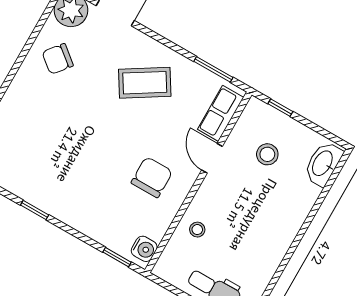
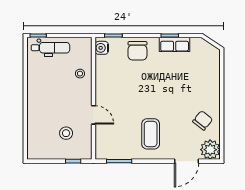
coffee table: (145, 83) -> (151, 134), turned -58
row of seats: (221, 113) -> (175, 44), moved, turned 90
washbasin: (323, 164) -> (34, 145), removed
chair: (152, 177) -> (137, 51), moved

